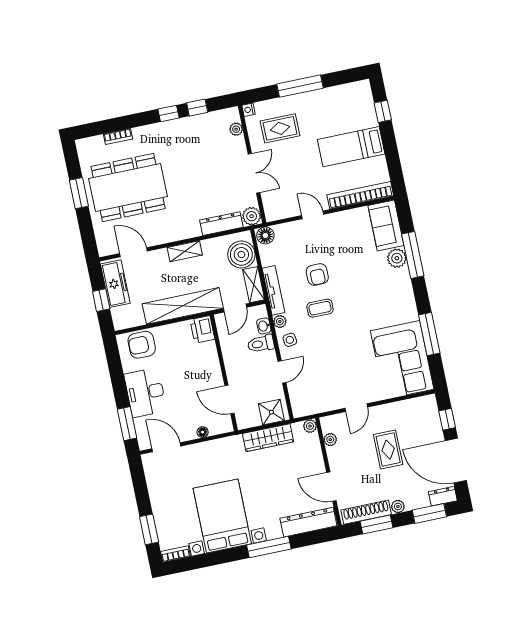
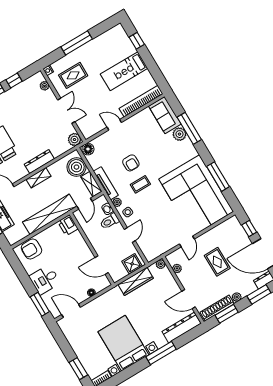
dresser: (221, 224) -> (39, 161), moved
corner sofa: (402, 360) -> (196, 195), width x1.36, depth x1.36
desk: (145, 393) -> (45, 280), width x0.73

